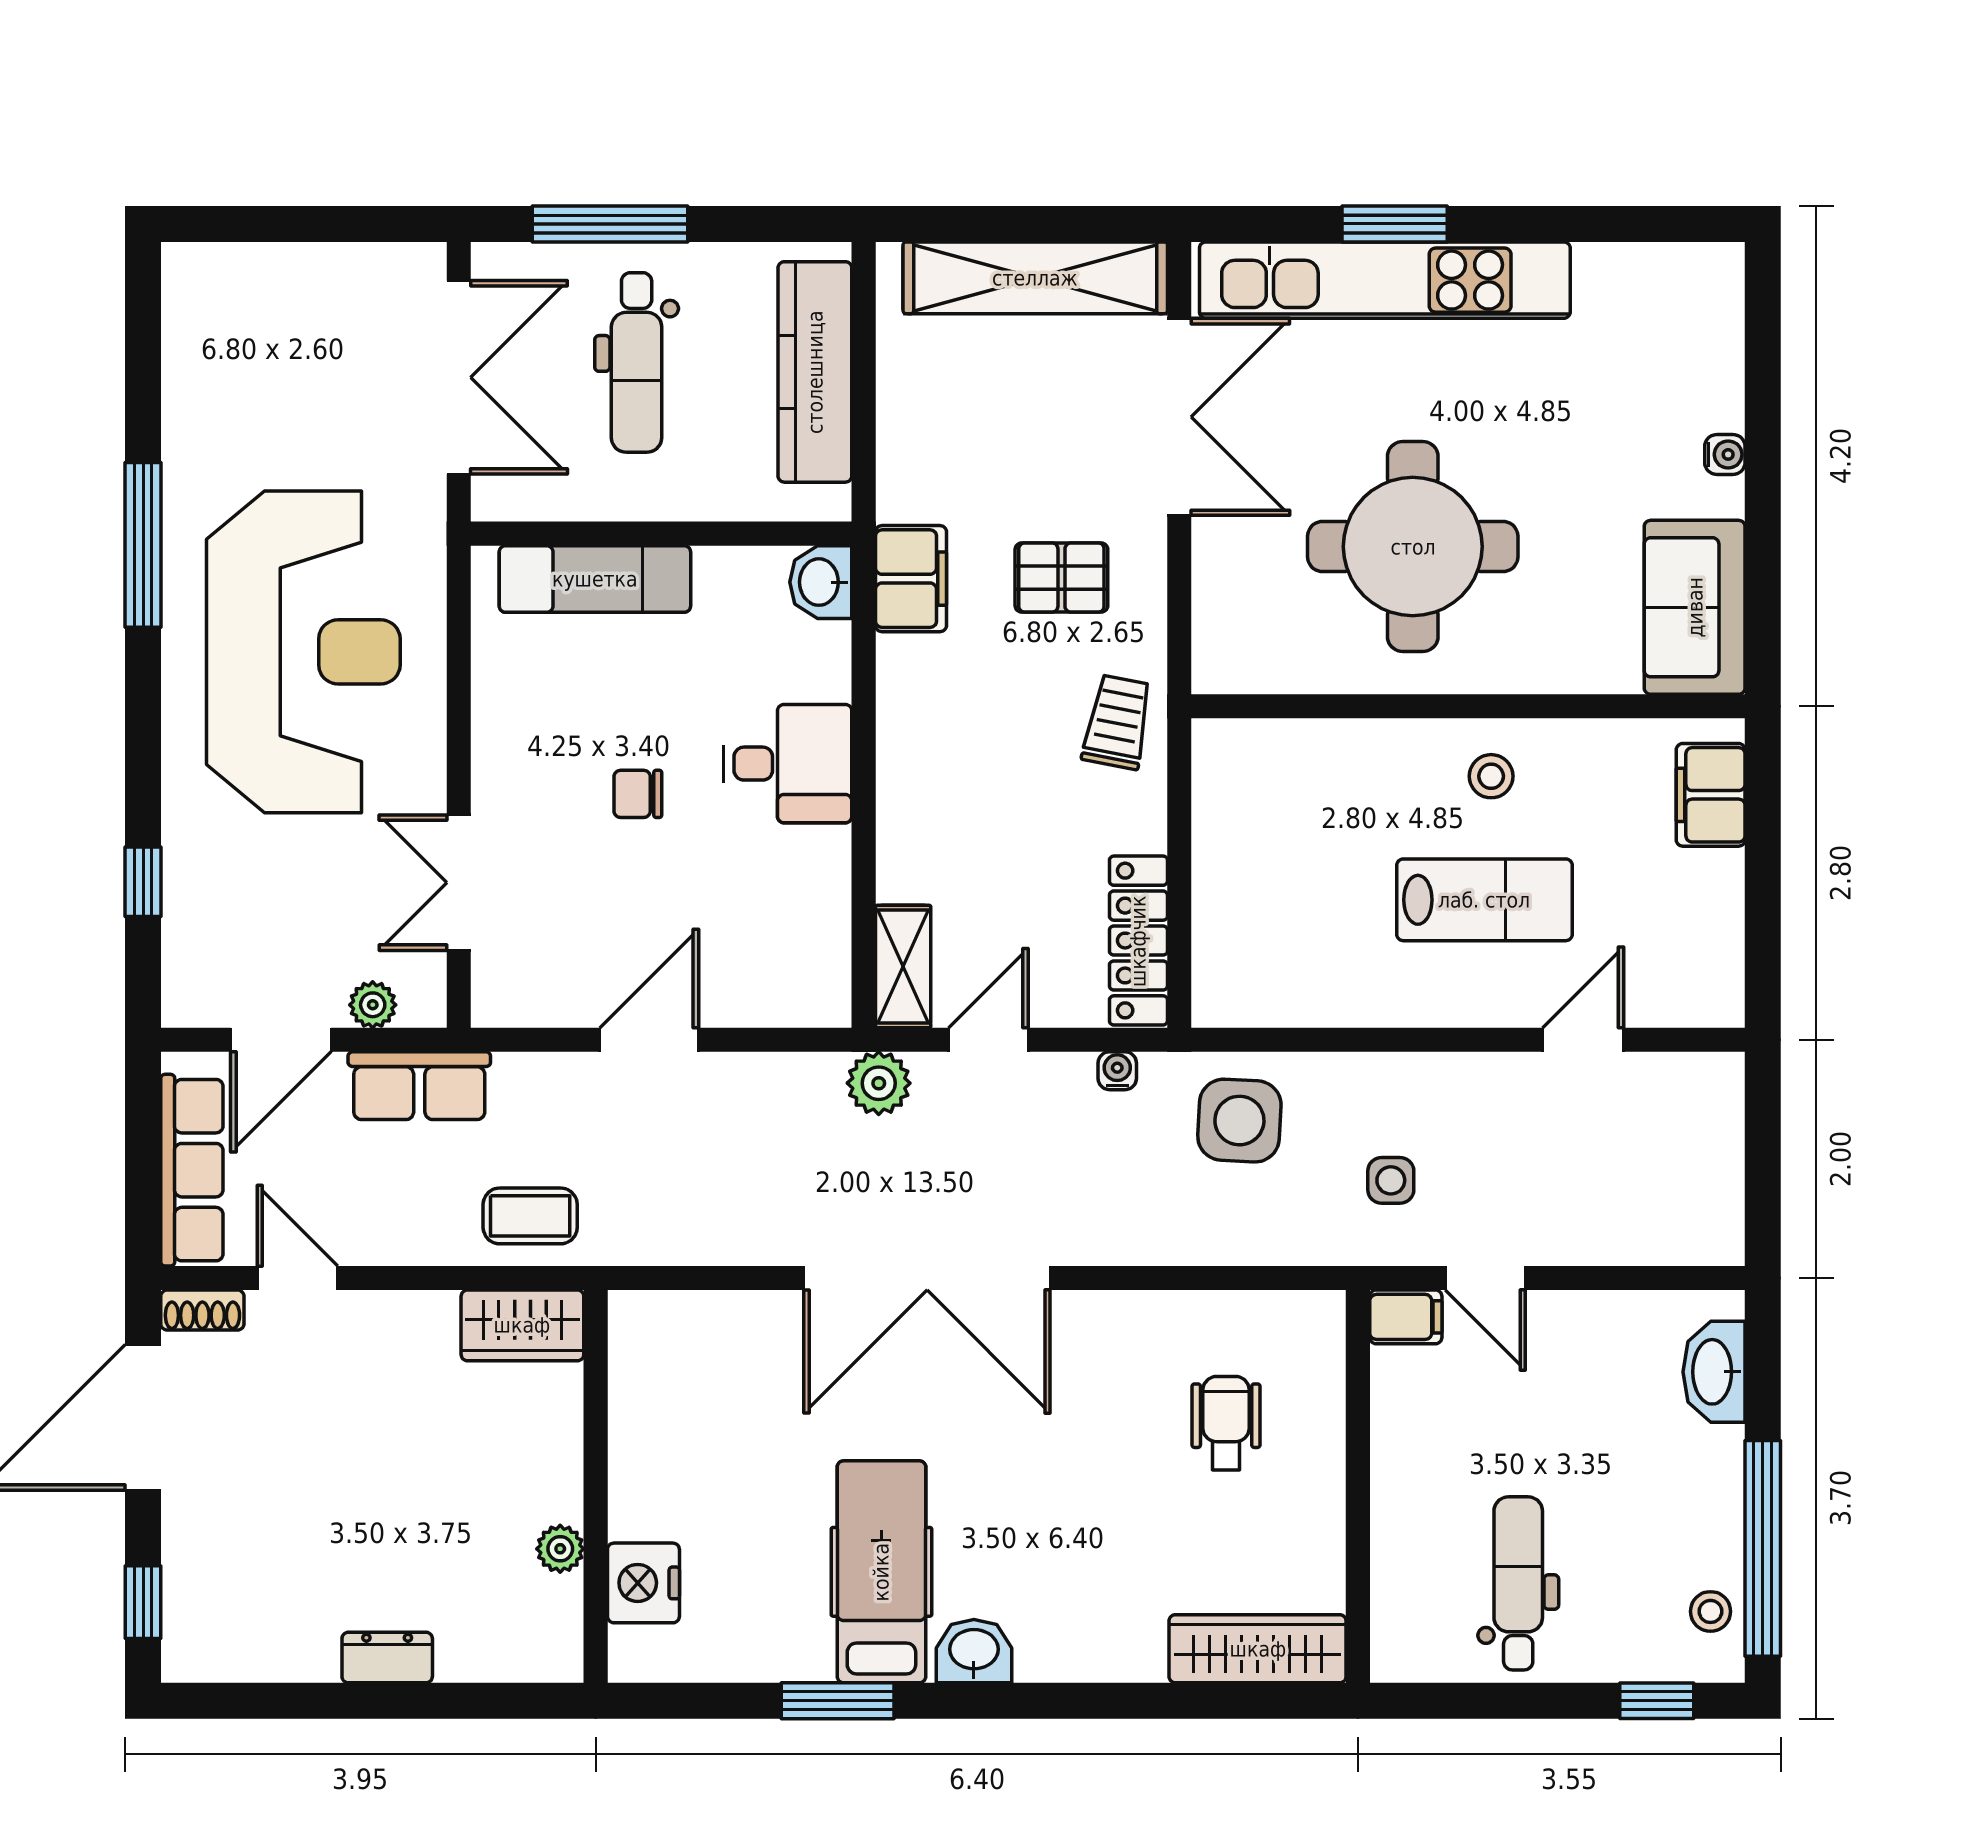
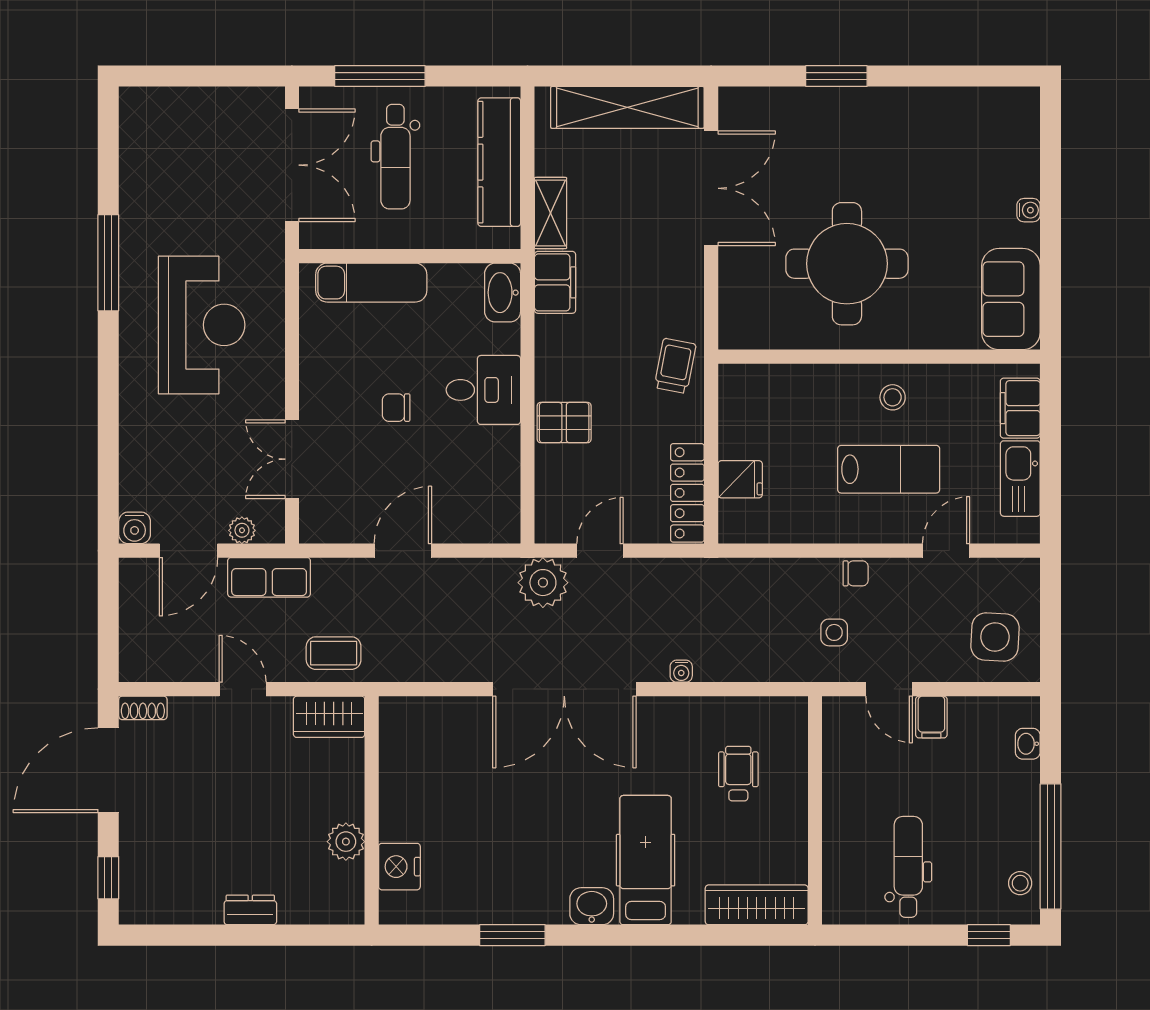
kitchen unit: (1385, 280) -> (831, 109), removed
pallet: (1061, 578) -> (564, 423), moved
washbasin: (821, 582) -> (503, 293), width x1.38
reception desk: (303, 652) -> (202, 325), width x0.74, depth x0.77
window: (143, 882) -> (108, 459), removed
kitchen sink: (1711, 916) -> (1020, 479), added
fridge: (1229, 917) -> (740, 479), added
shelving: (903, 967) -> (550, 213), moved
water cooler: (188, 1001) -> (135, 528), added
water cooler: (1117, 1071) -> (681, 671), moved, turned 180
chair: (1428, 1079) -> (856, 573), added
plant: (879, 1083) -> (543, 583), width x1.36, depth x1.36
side table: (1239, 1121) -> (995, 637), moved
row of seats: (192, 1170) -> (137, 626), removed
door: (297, 1278) -> (243, 689), moved
filing cabinet: (1406, 1317) -> (931, 717), moved, turned 90
washbasin: (1714, 1372) -> (1028, 744), width x0.52, depth x0.69
plant: (560, 1549) -> (346, 842), width x1.38, depth x1.38
hospital bed: (881, 1572) -> (646, 860), moved

